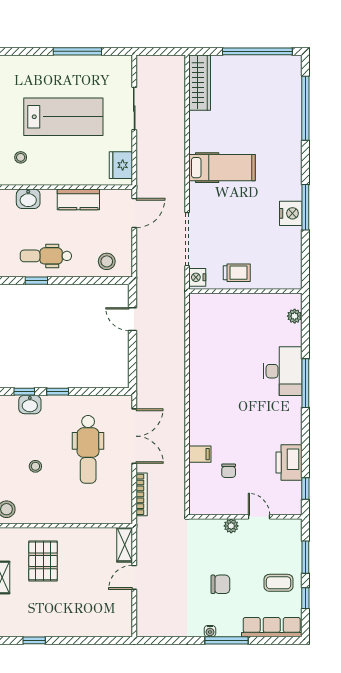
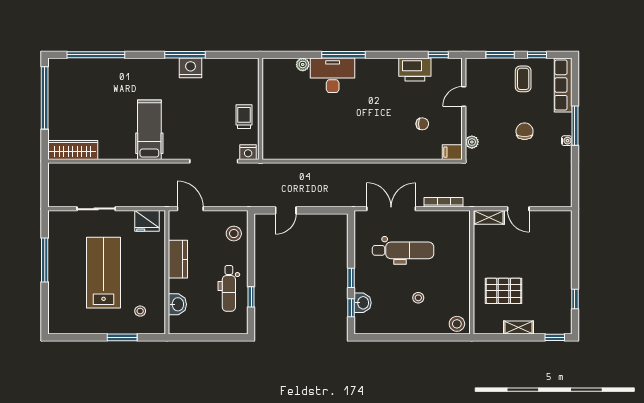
plant: (295, 316) -> (303, 64), moved
filing cabinet: (200, 454) -> (452, 152), moved, turned -90
plant: (231, 526) -> (472, 142), moved

